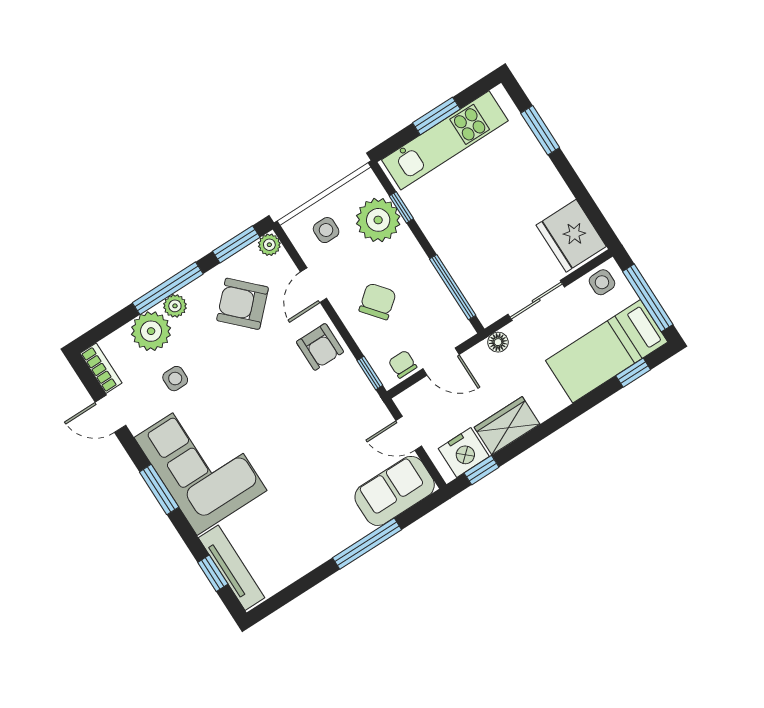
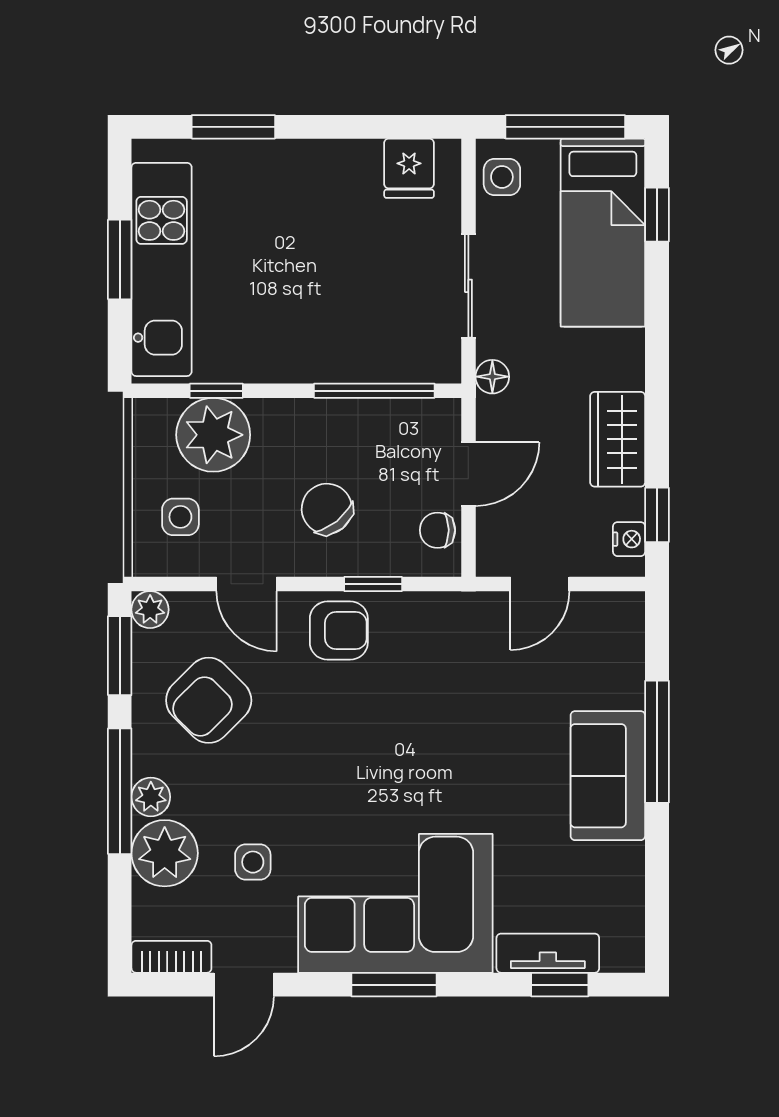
fridge: (571, 236) -> (409, 168), width x0.53, depth x0.75
window: (370, 373) -> (373, 584), moved
nightstand: (464, 452) -> (629, 539), width x0.53, depth x0.56
sofa: (395, 491) -> (608, 776), moved
tv unit: (232, 568) -> (548, 953), width x0.71

